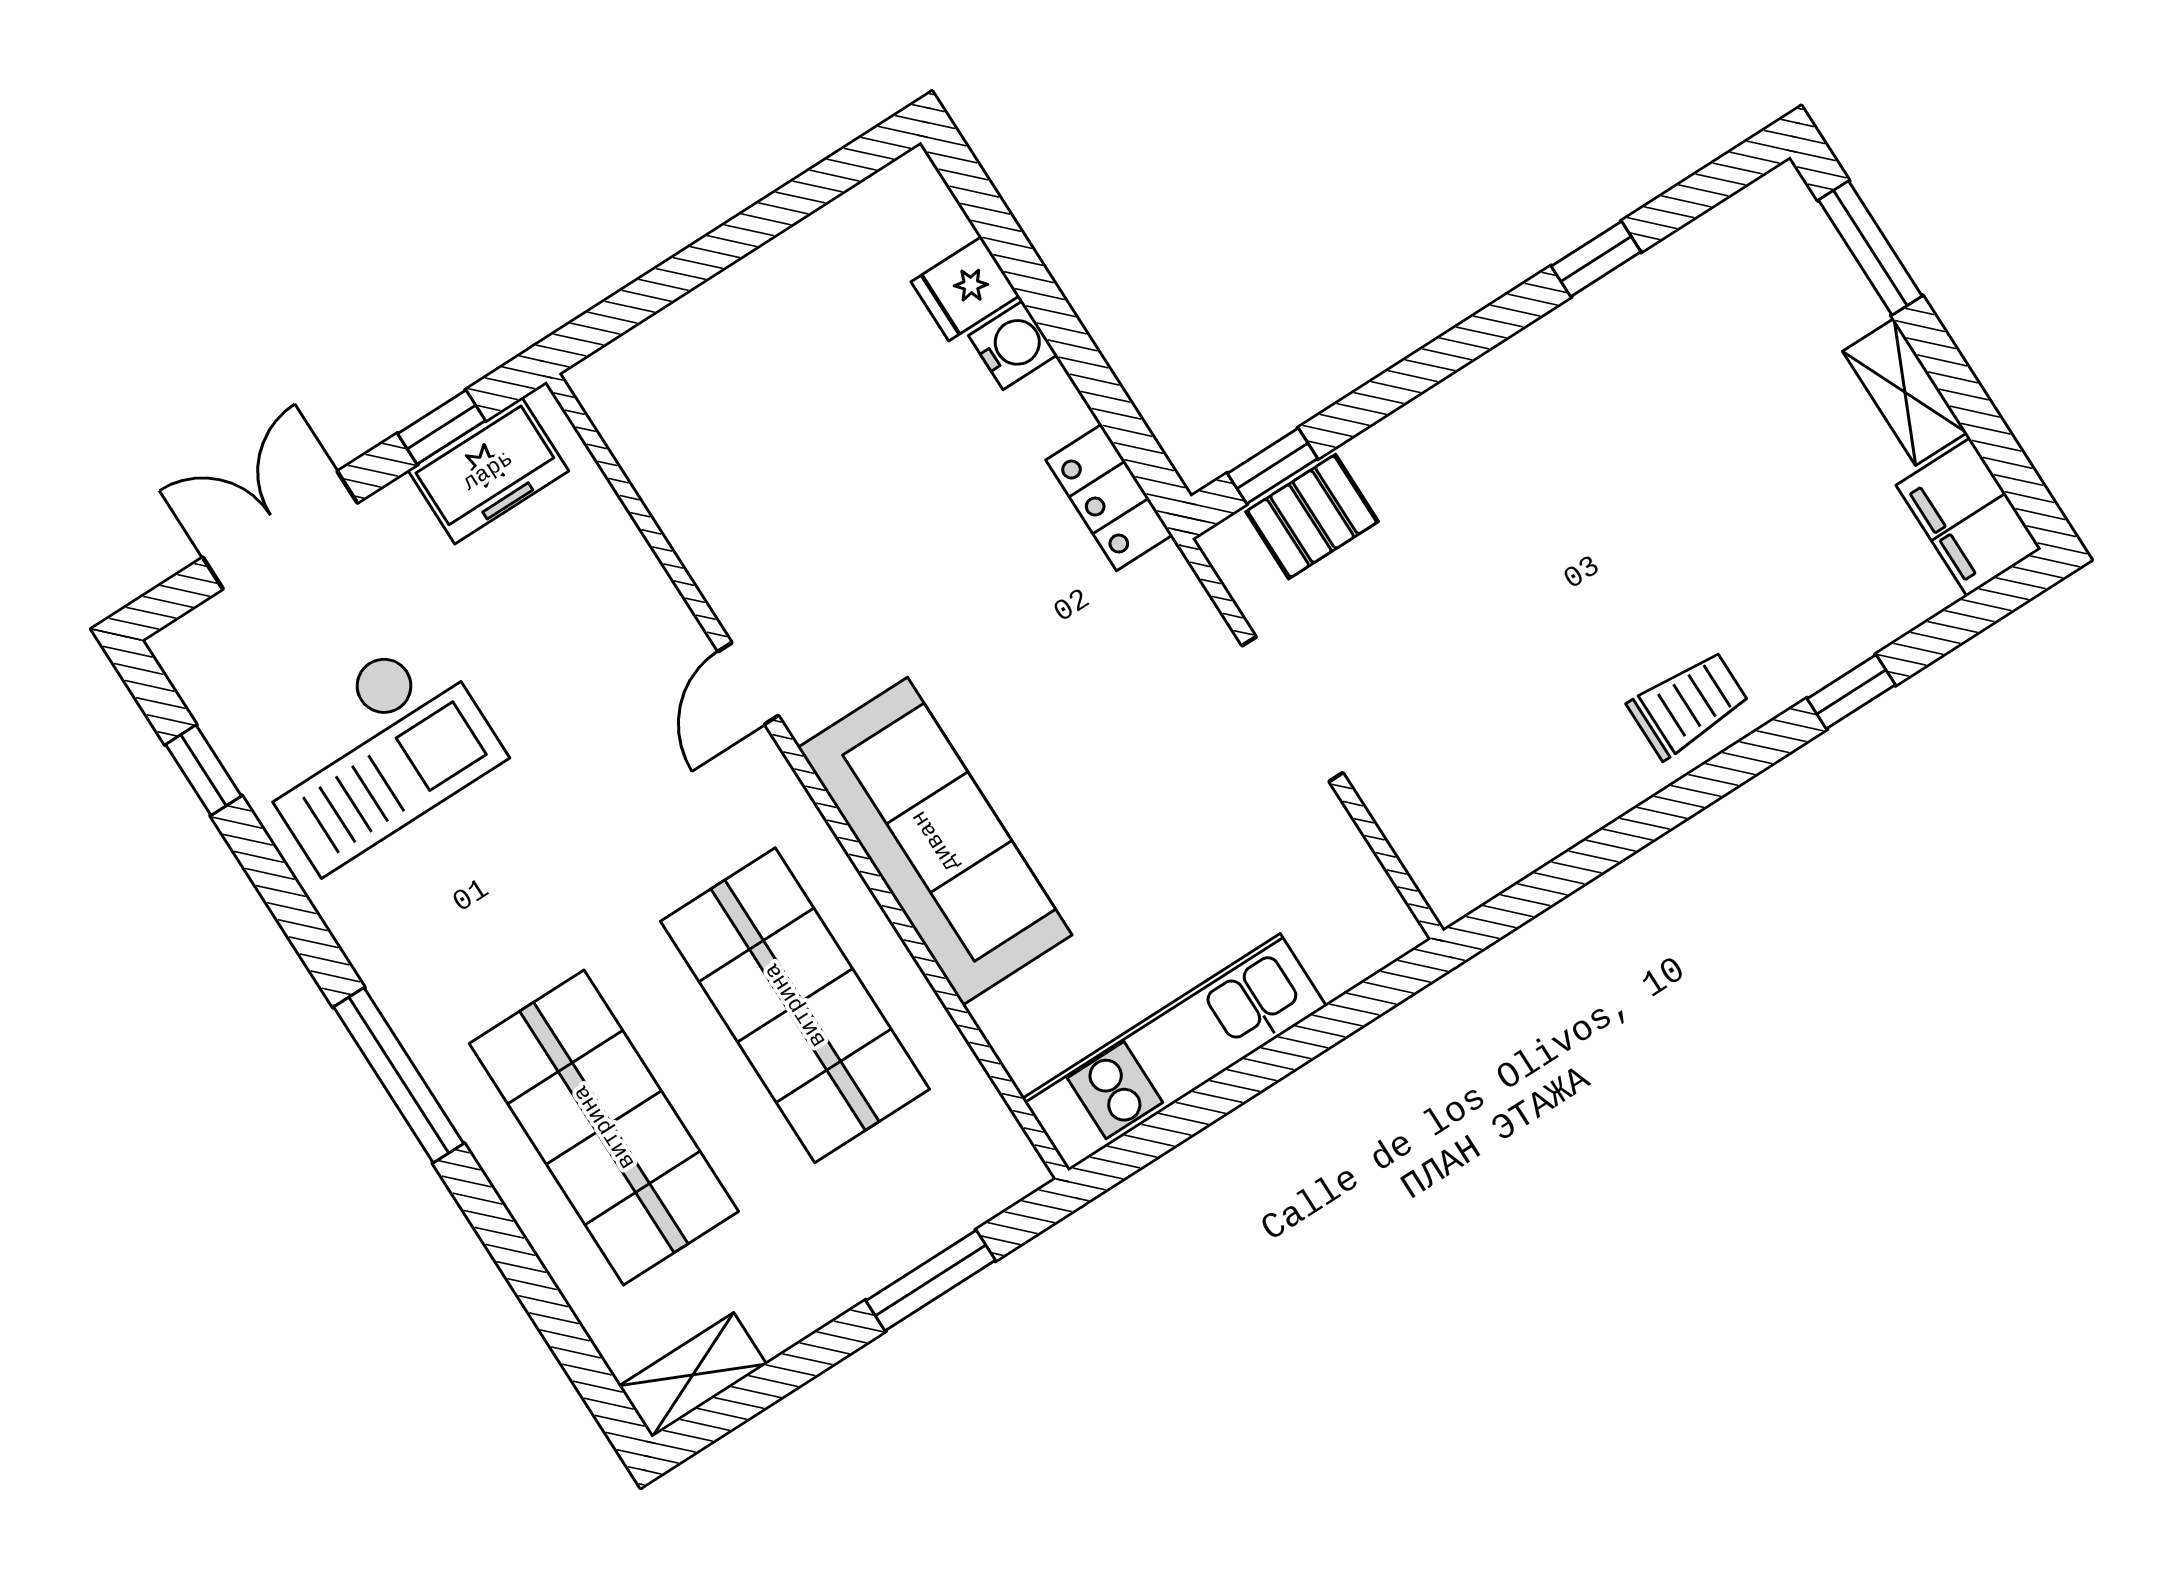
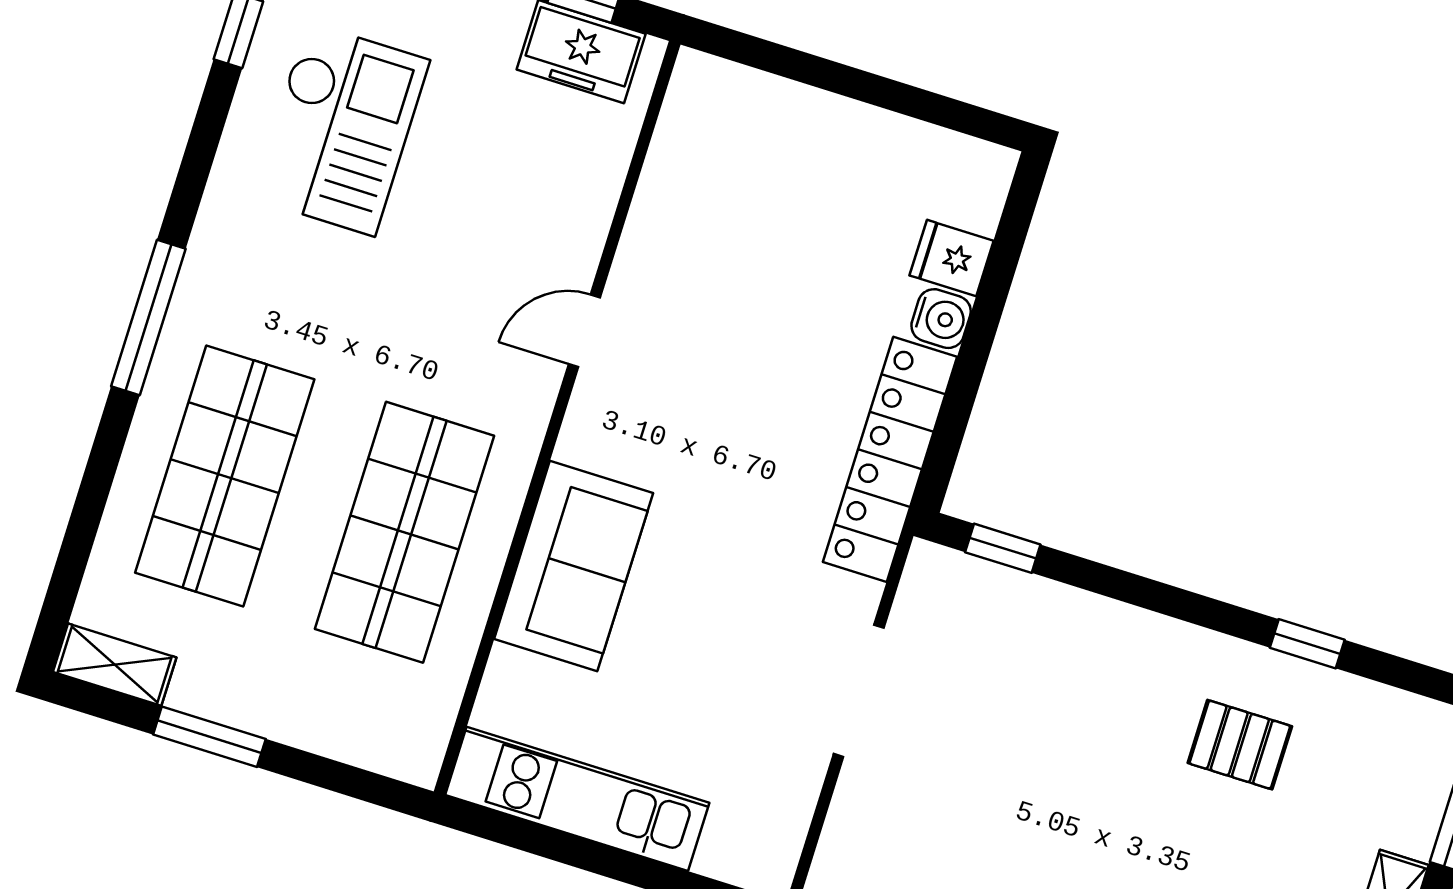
locker: (1109, 498) -> (890, 459), width x2.16, depth x1.21
pallet: (1312, 517) -> (1240, 745), moved
checkout: (373, 752) -> (340, 129), turned -90
sofa: (935, 841) -> (574, 566), width x0.73
window: (931, 1281) -> (209, 737), moved

